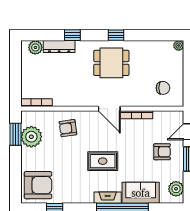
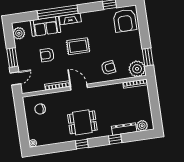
plant: (31, 137) -> (137, 69), moved
armchair: (162, 152) -> (47, 55), moved
armchair: (38, 185) -> (125, 21), turned -90

